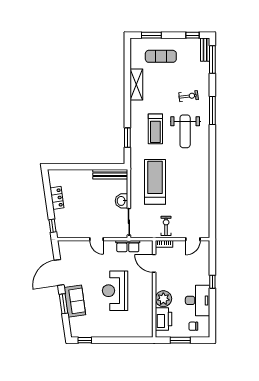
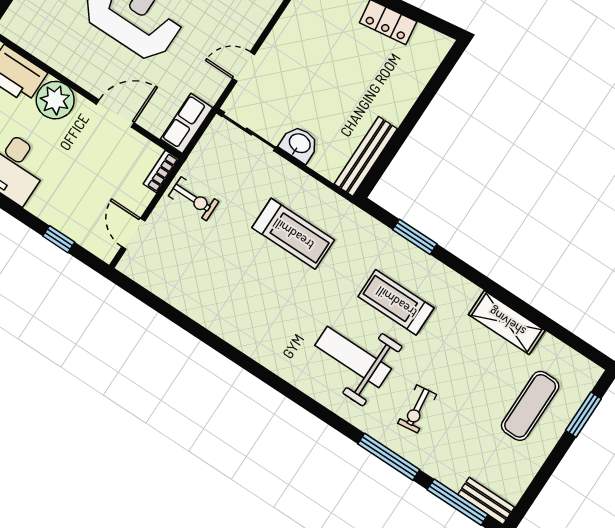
window: (193, 35) -> (531, 495), removed
window: (212, 111) -> (389, 457), moved
treadmill: (155, 182) -> (293, 234), width x0.73, depth x0.73
door: (97, 239) -> (244, 67), moved
row of seats: (128, 246) -> (187, 123), moved
door: (154, 263) -> (115, 114), moved
window: (212, 282) -> (59, 239), moved

